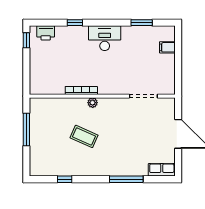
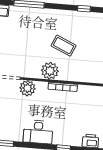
plant: (120, 86) -> (27, 88), added
plant: (93, 103) -> (50, 71), width x1.88, depth x1.88

